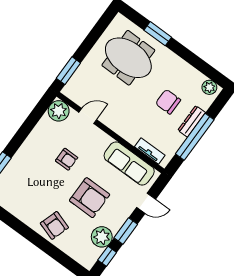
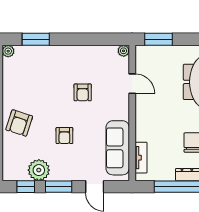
plant: (59, 111) -> (124, 51), width x0.53, depth x0.53
armchair: (90, 198) -> (64, 136), width x0.53, depth x0.53

